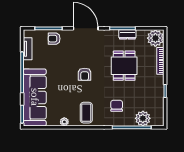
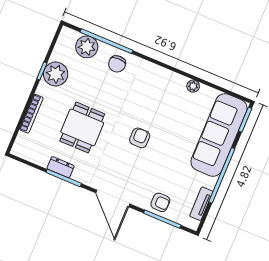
plant: (155, 38) -> (56, 74), moved
chair: (117, 106) -> (117, 64), moved
coffee table: (86, 113) -> (159, 86), removed

